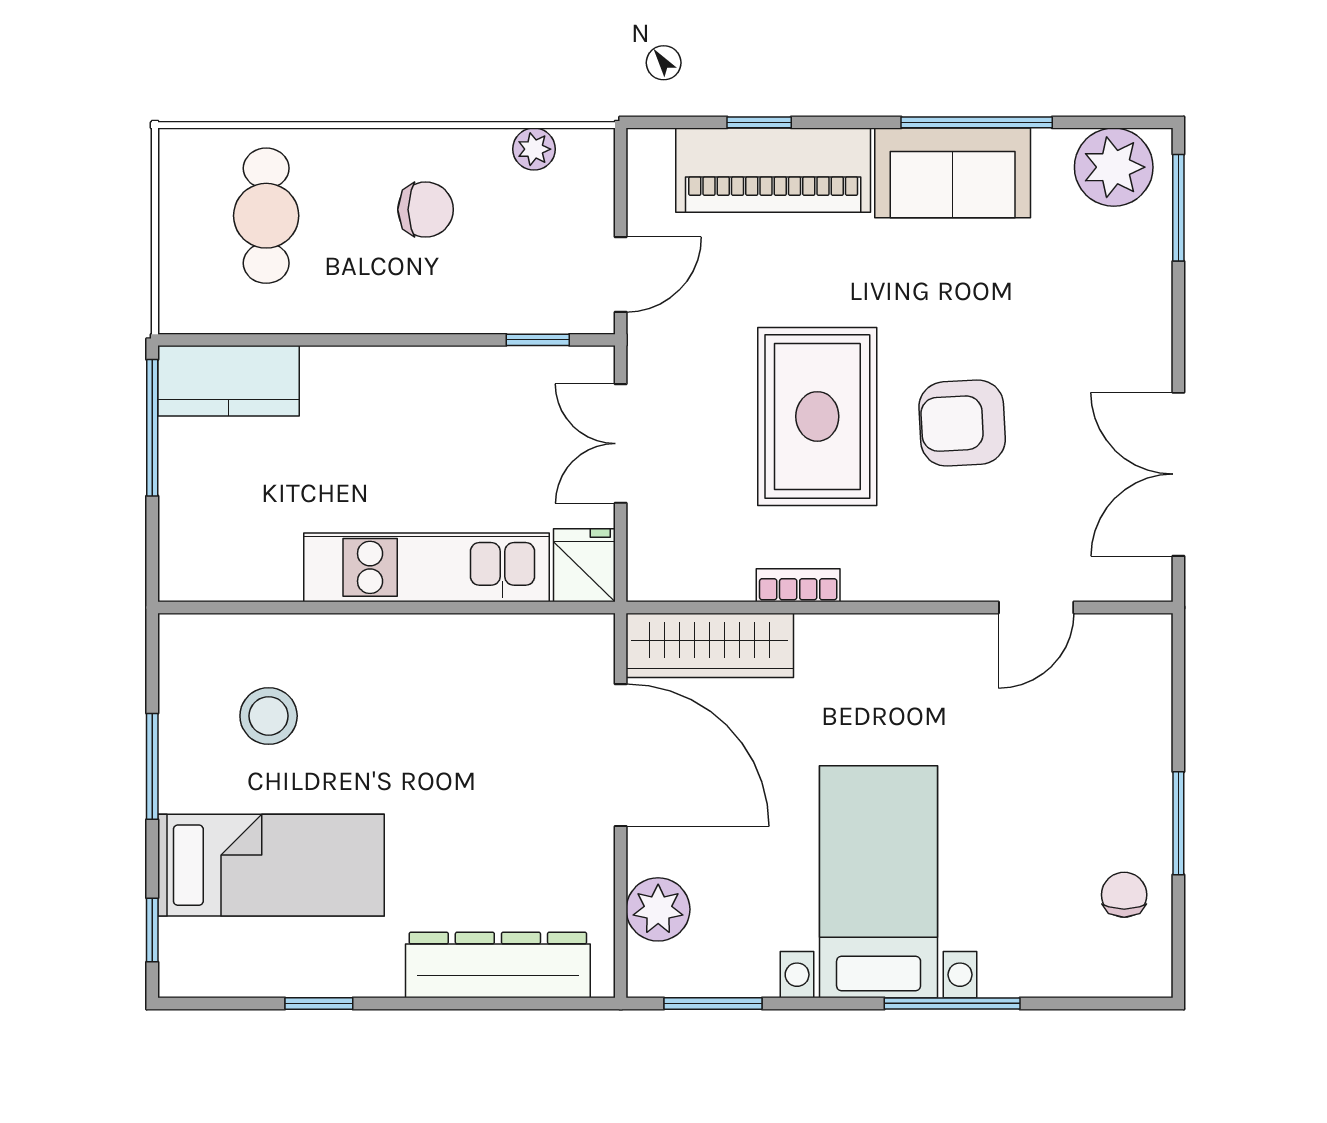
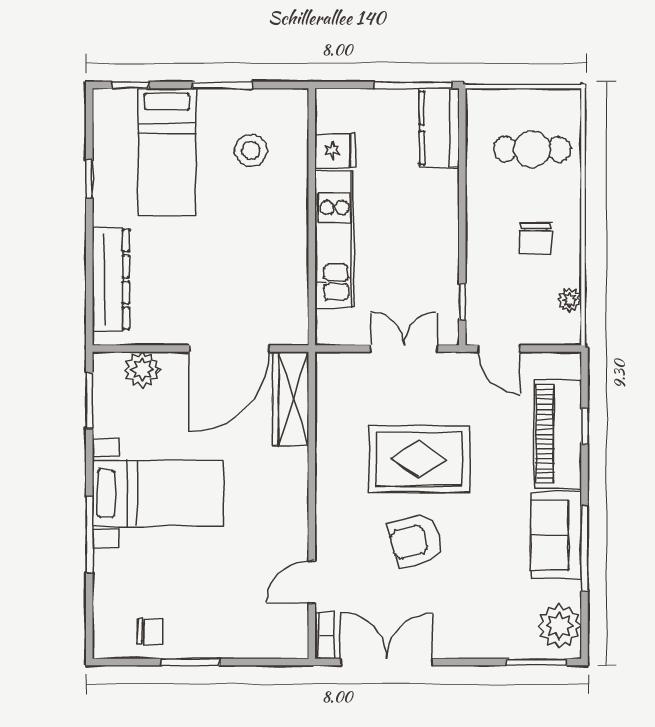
armchair: (962, 423) -> (416, 541), turned -101
fridge: (584, 565) -> (336, 151), moved
bookcase: (798, 585) -> (324, 635), moved
door: (1036, 608) -> (312, 582), hinge flipped

